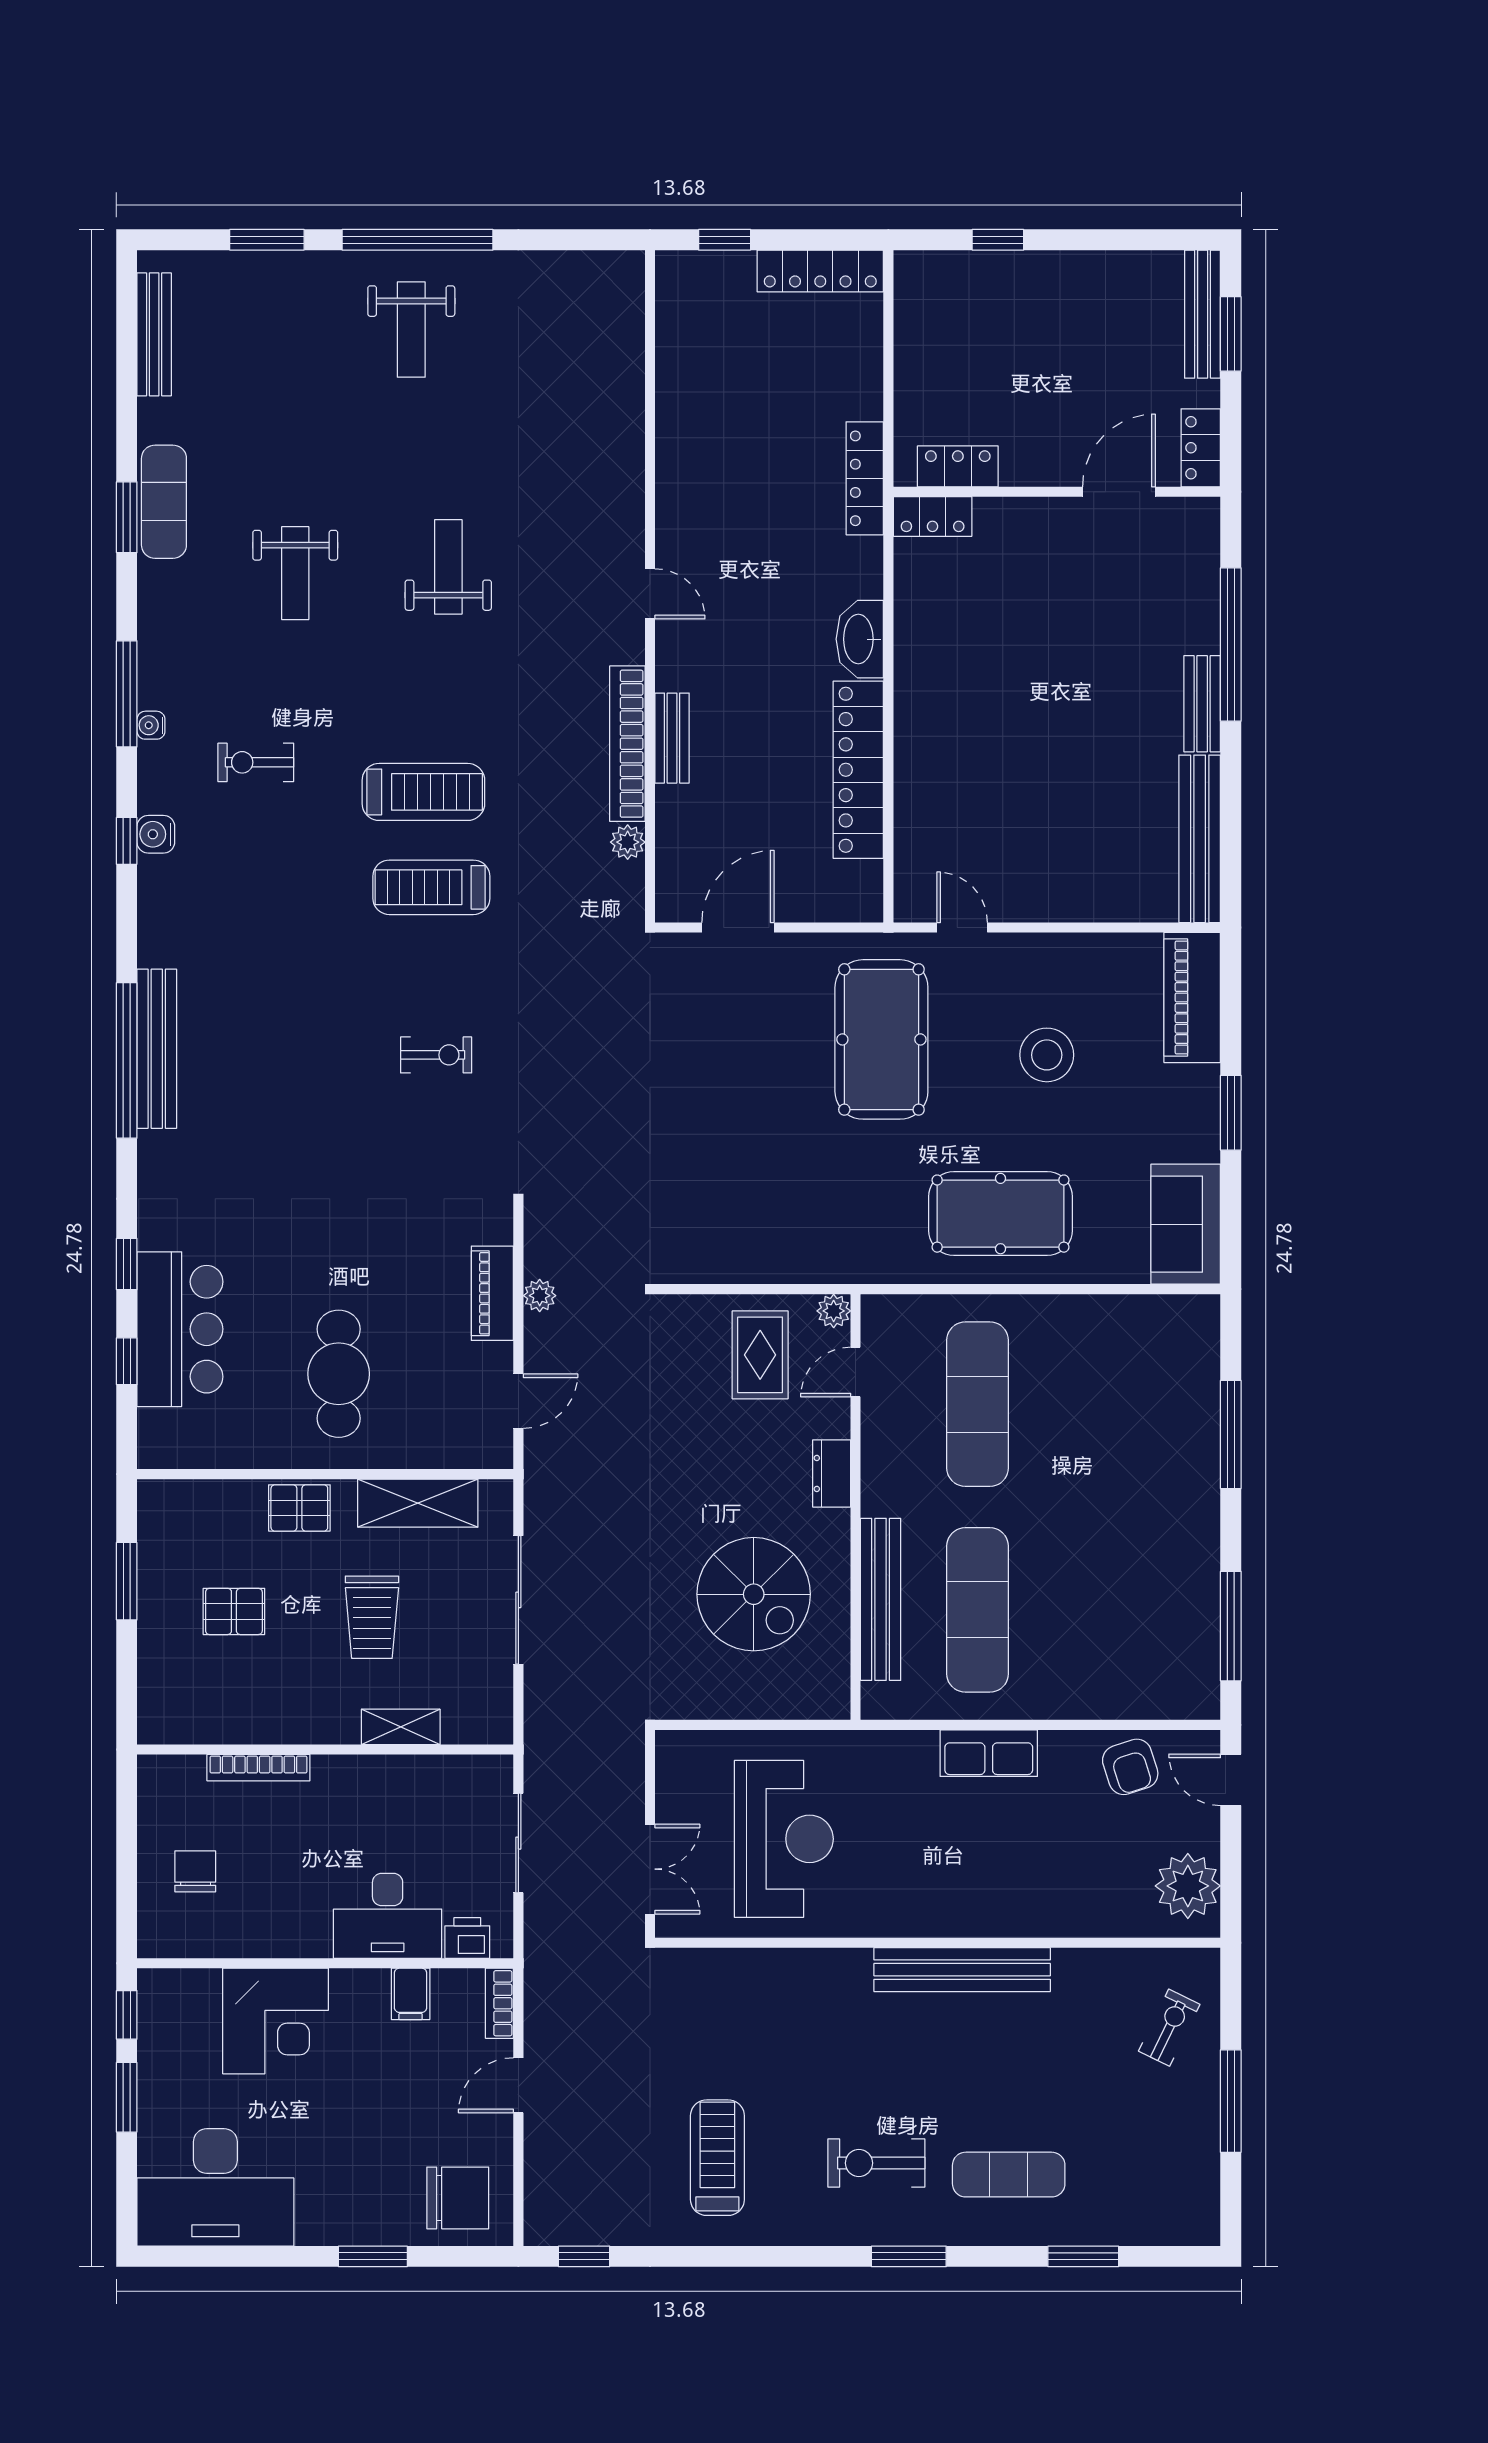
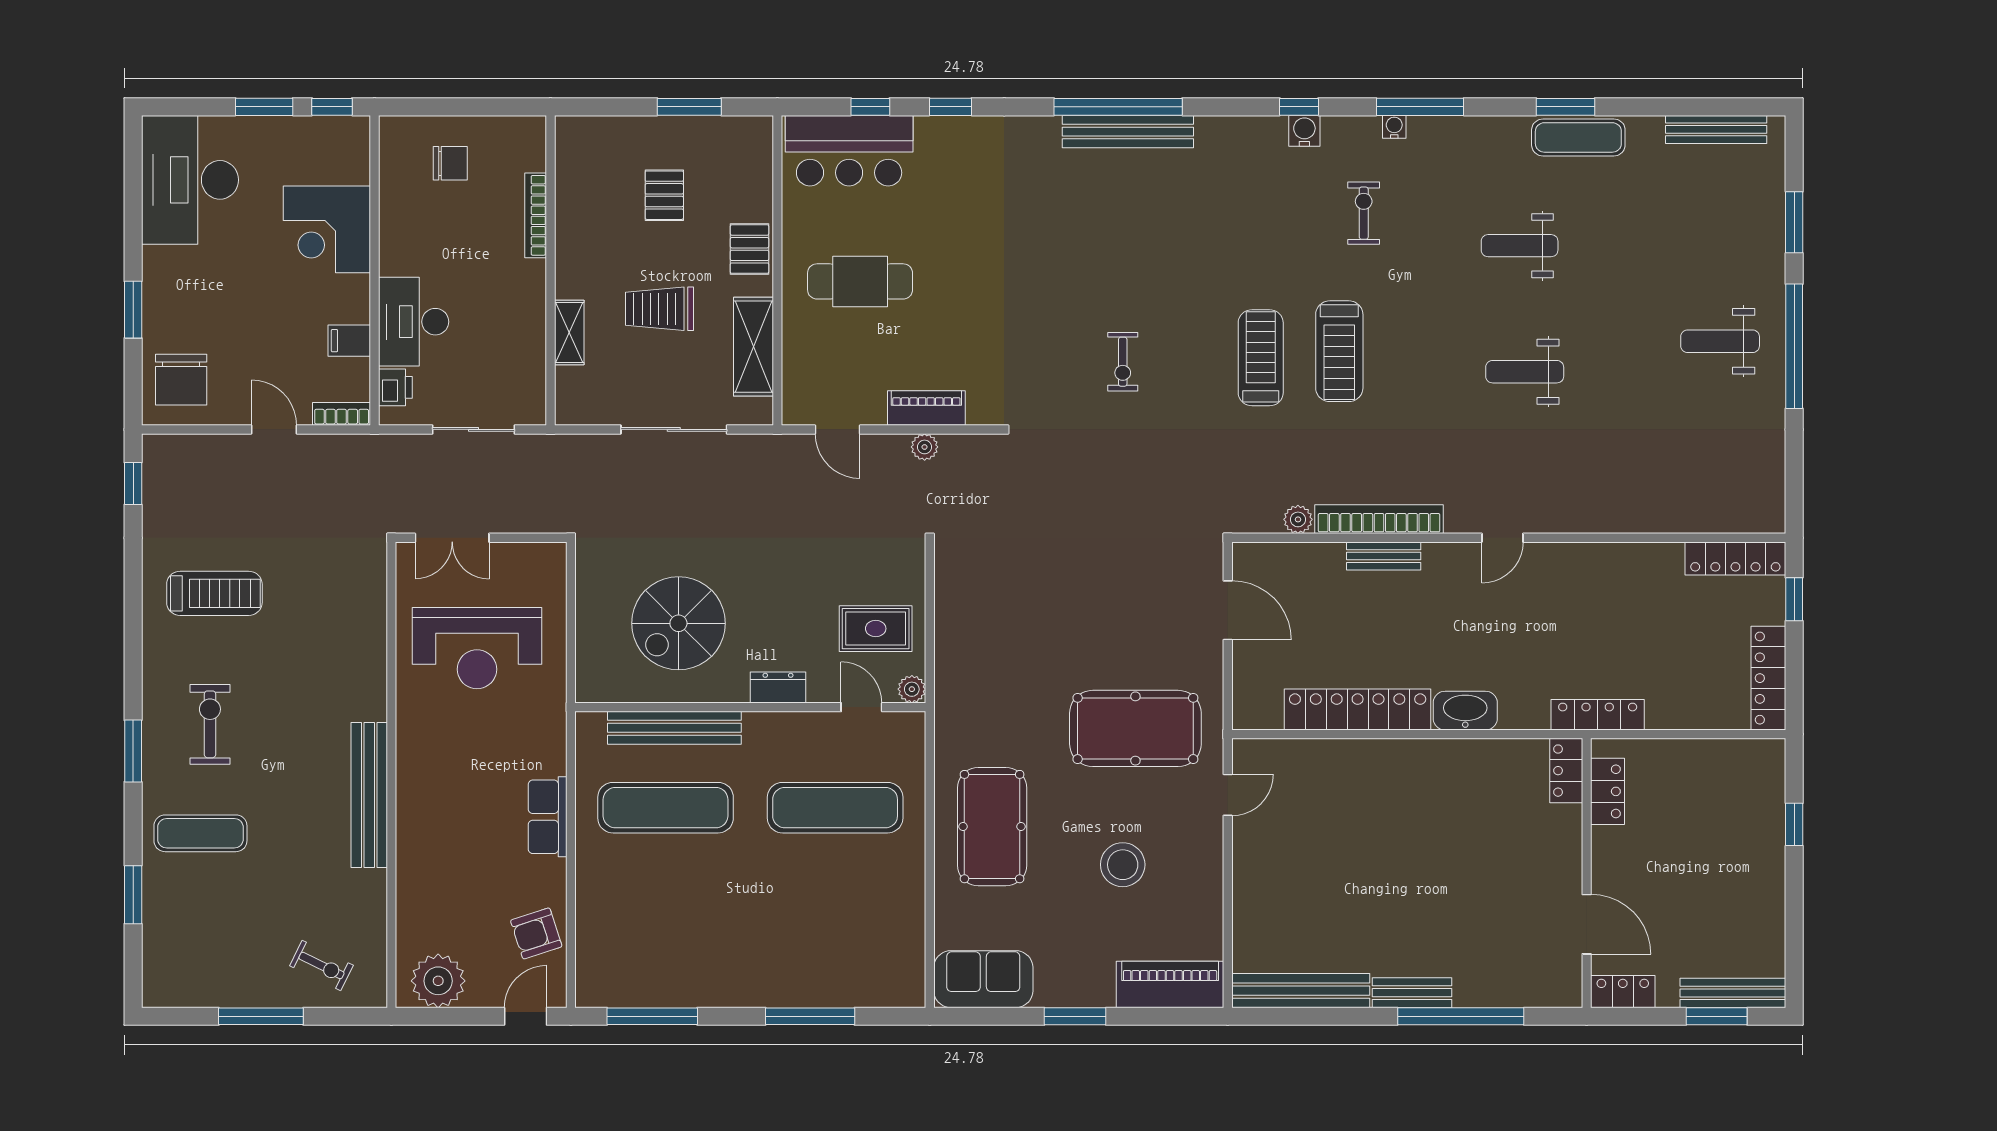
locker: (675, 311) -> (1735, 559), added
weight bench: (448, 567) -> (1525, 372), turned 180
bar counter: (180, 1329) -> (849, 151), moved
exercise mat: (1009, 2175) -> (200, 833), turned 90

